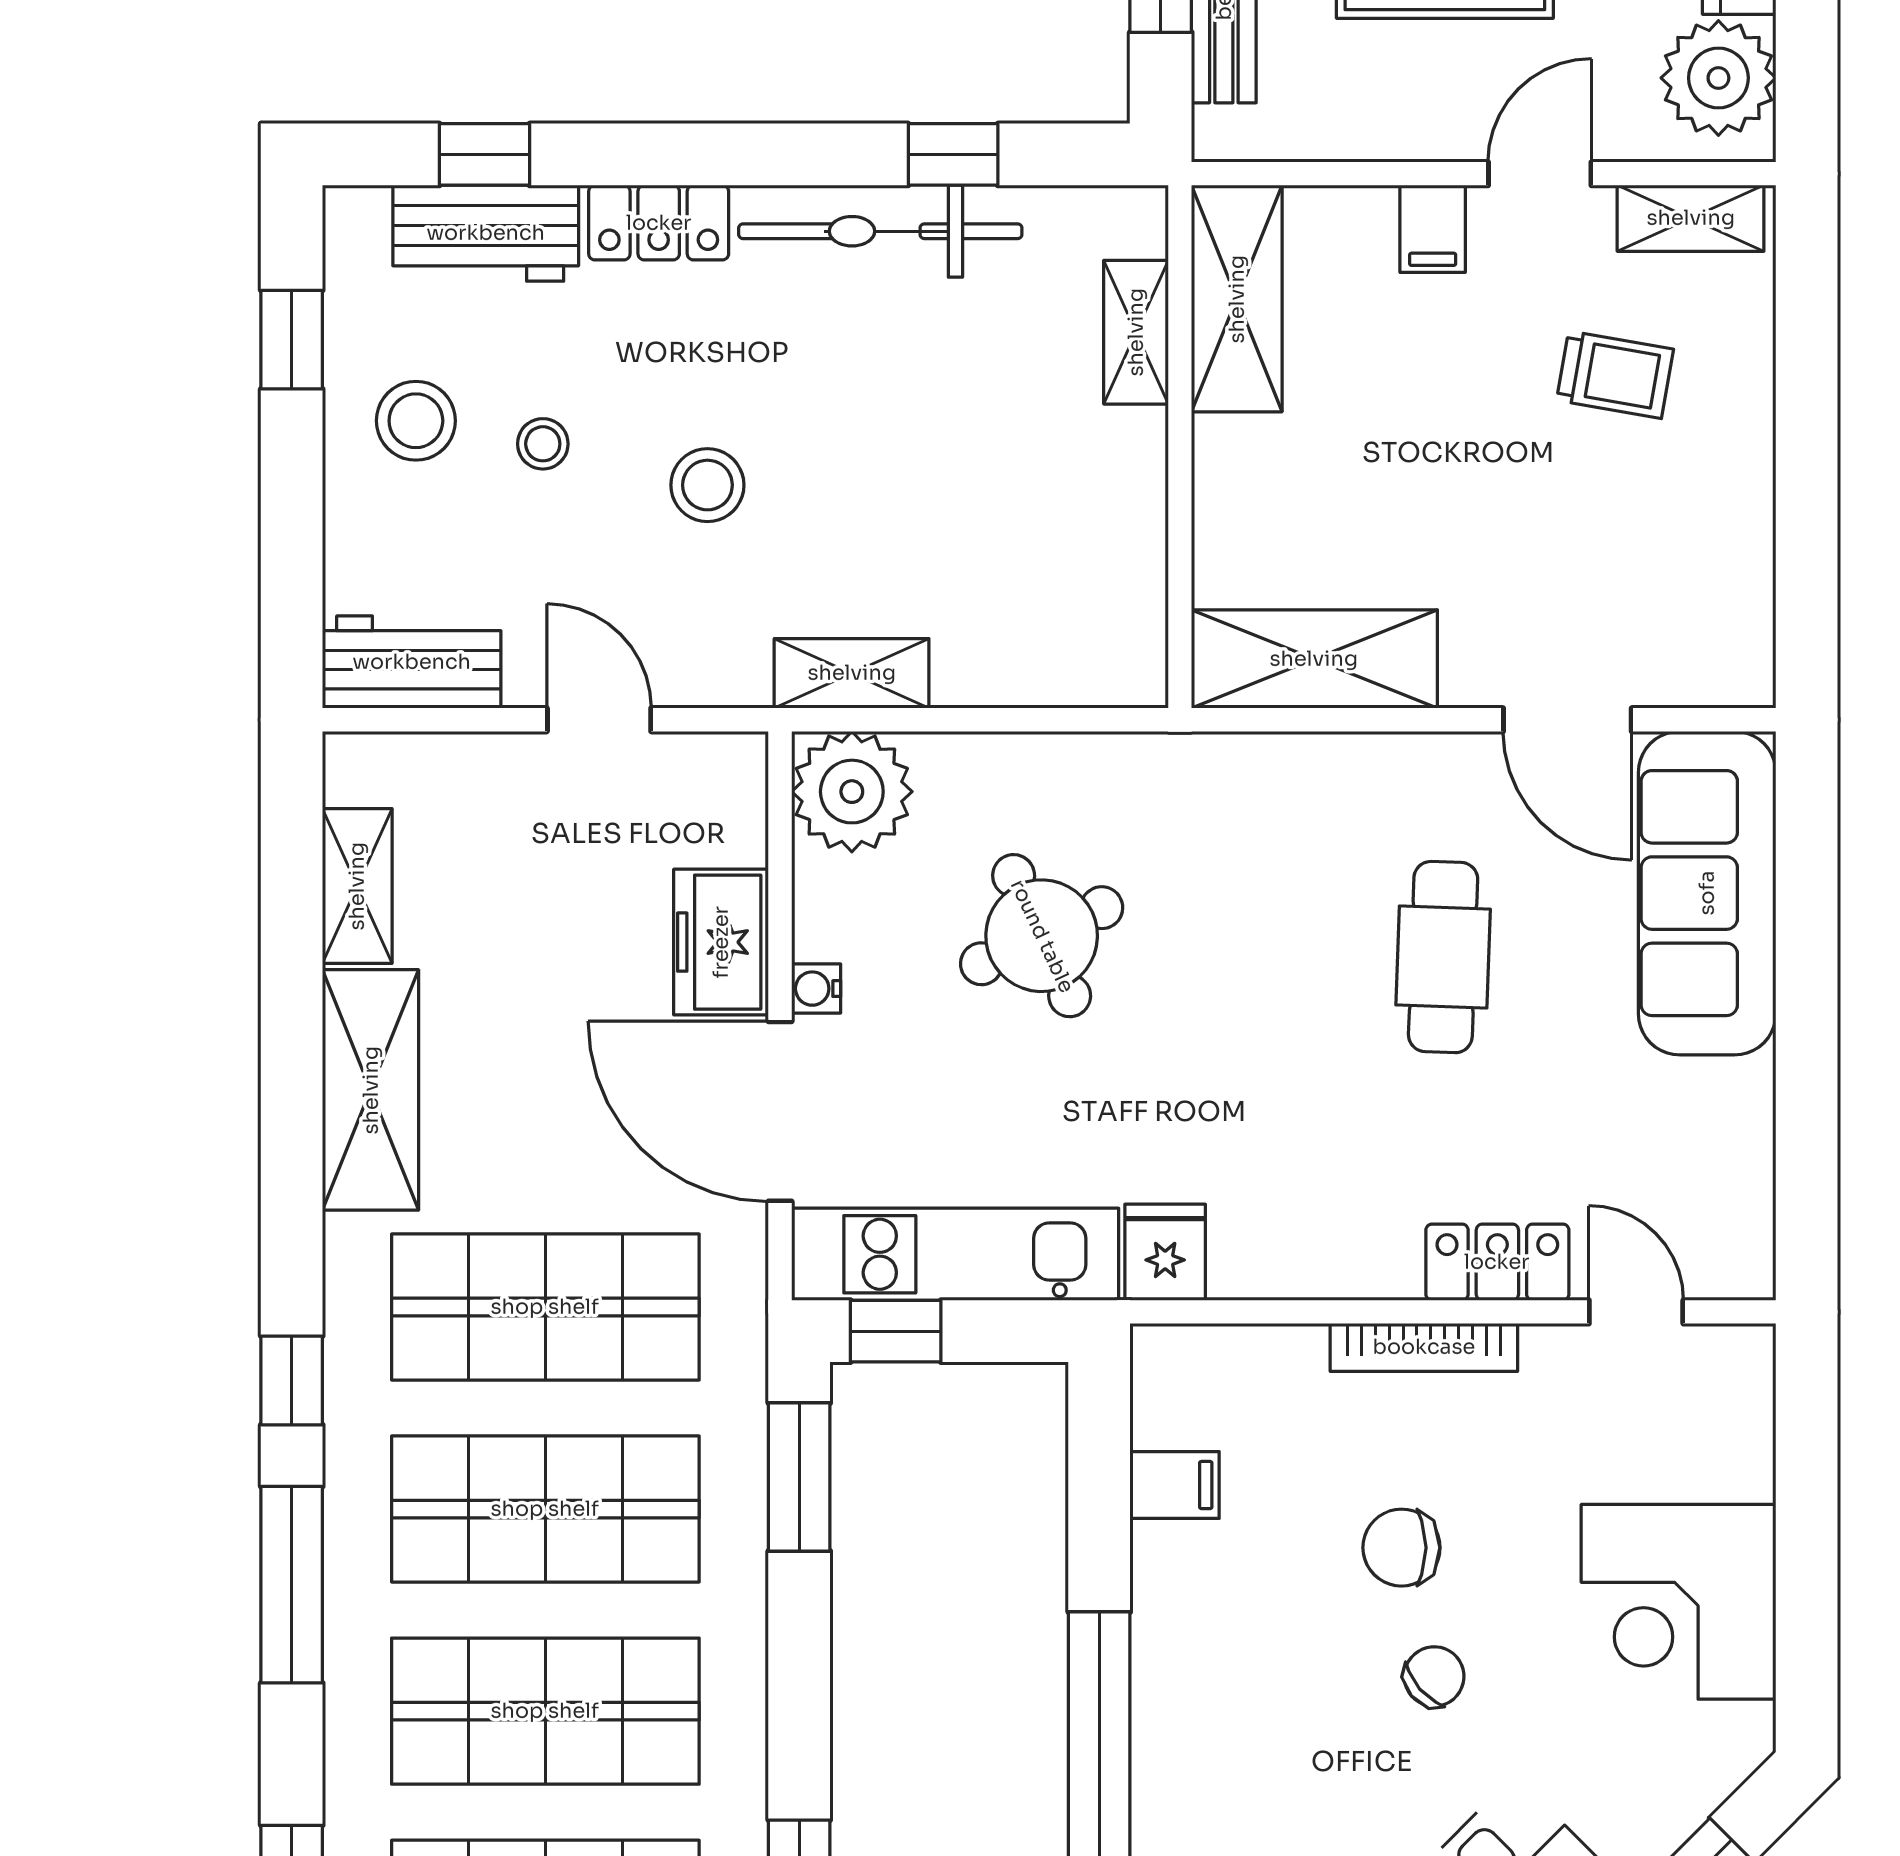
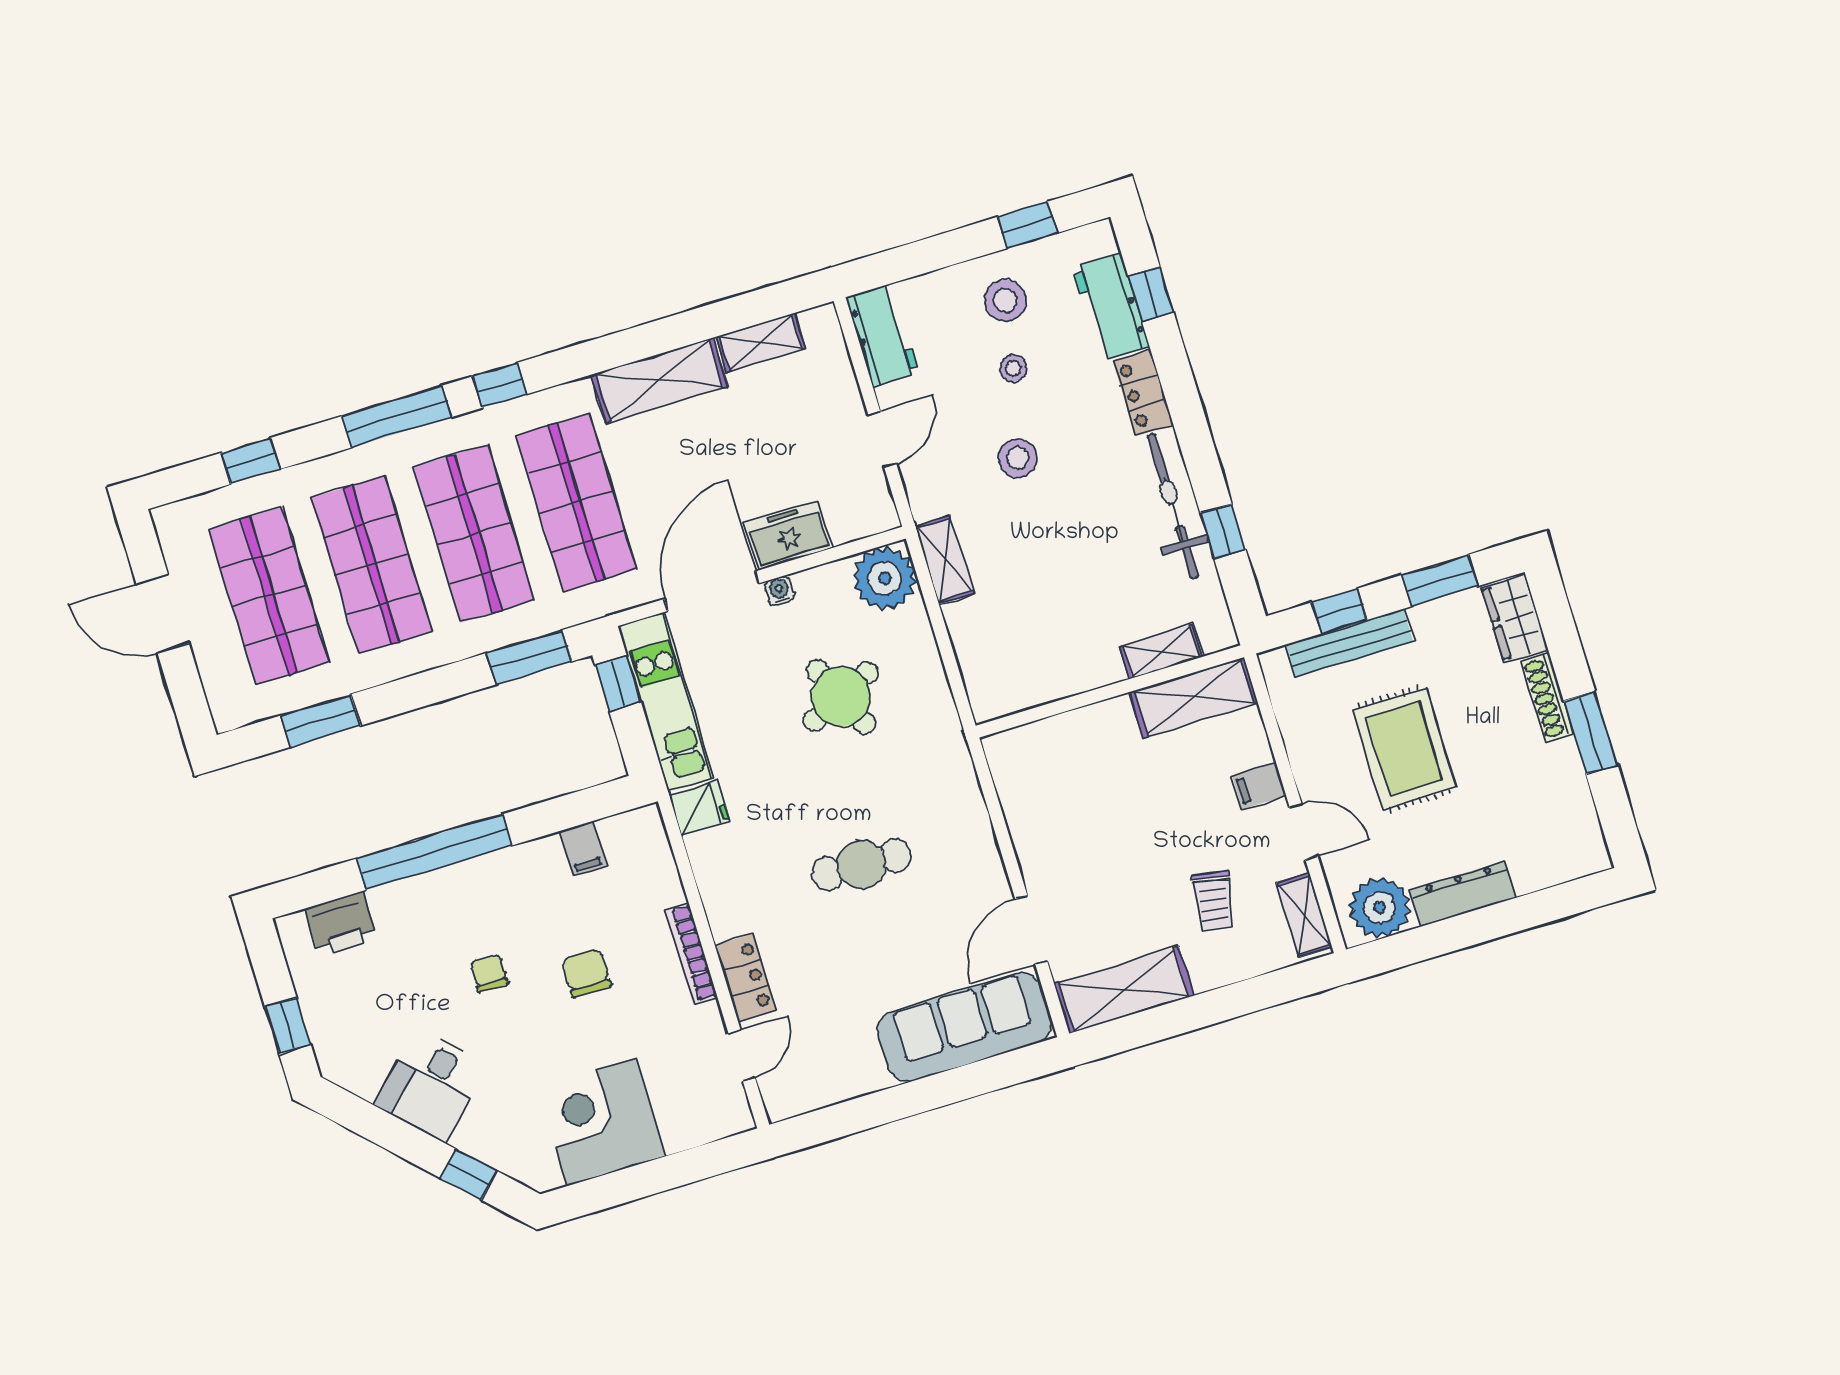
shelving: (1314, 659) -> (1124, 990), moved, turned 90
cafe table: (1443, 957) -> (861, 865), moved
chair: (1434, 1677) -> (489, 973), moved, turned -138

